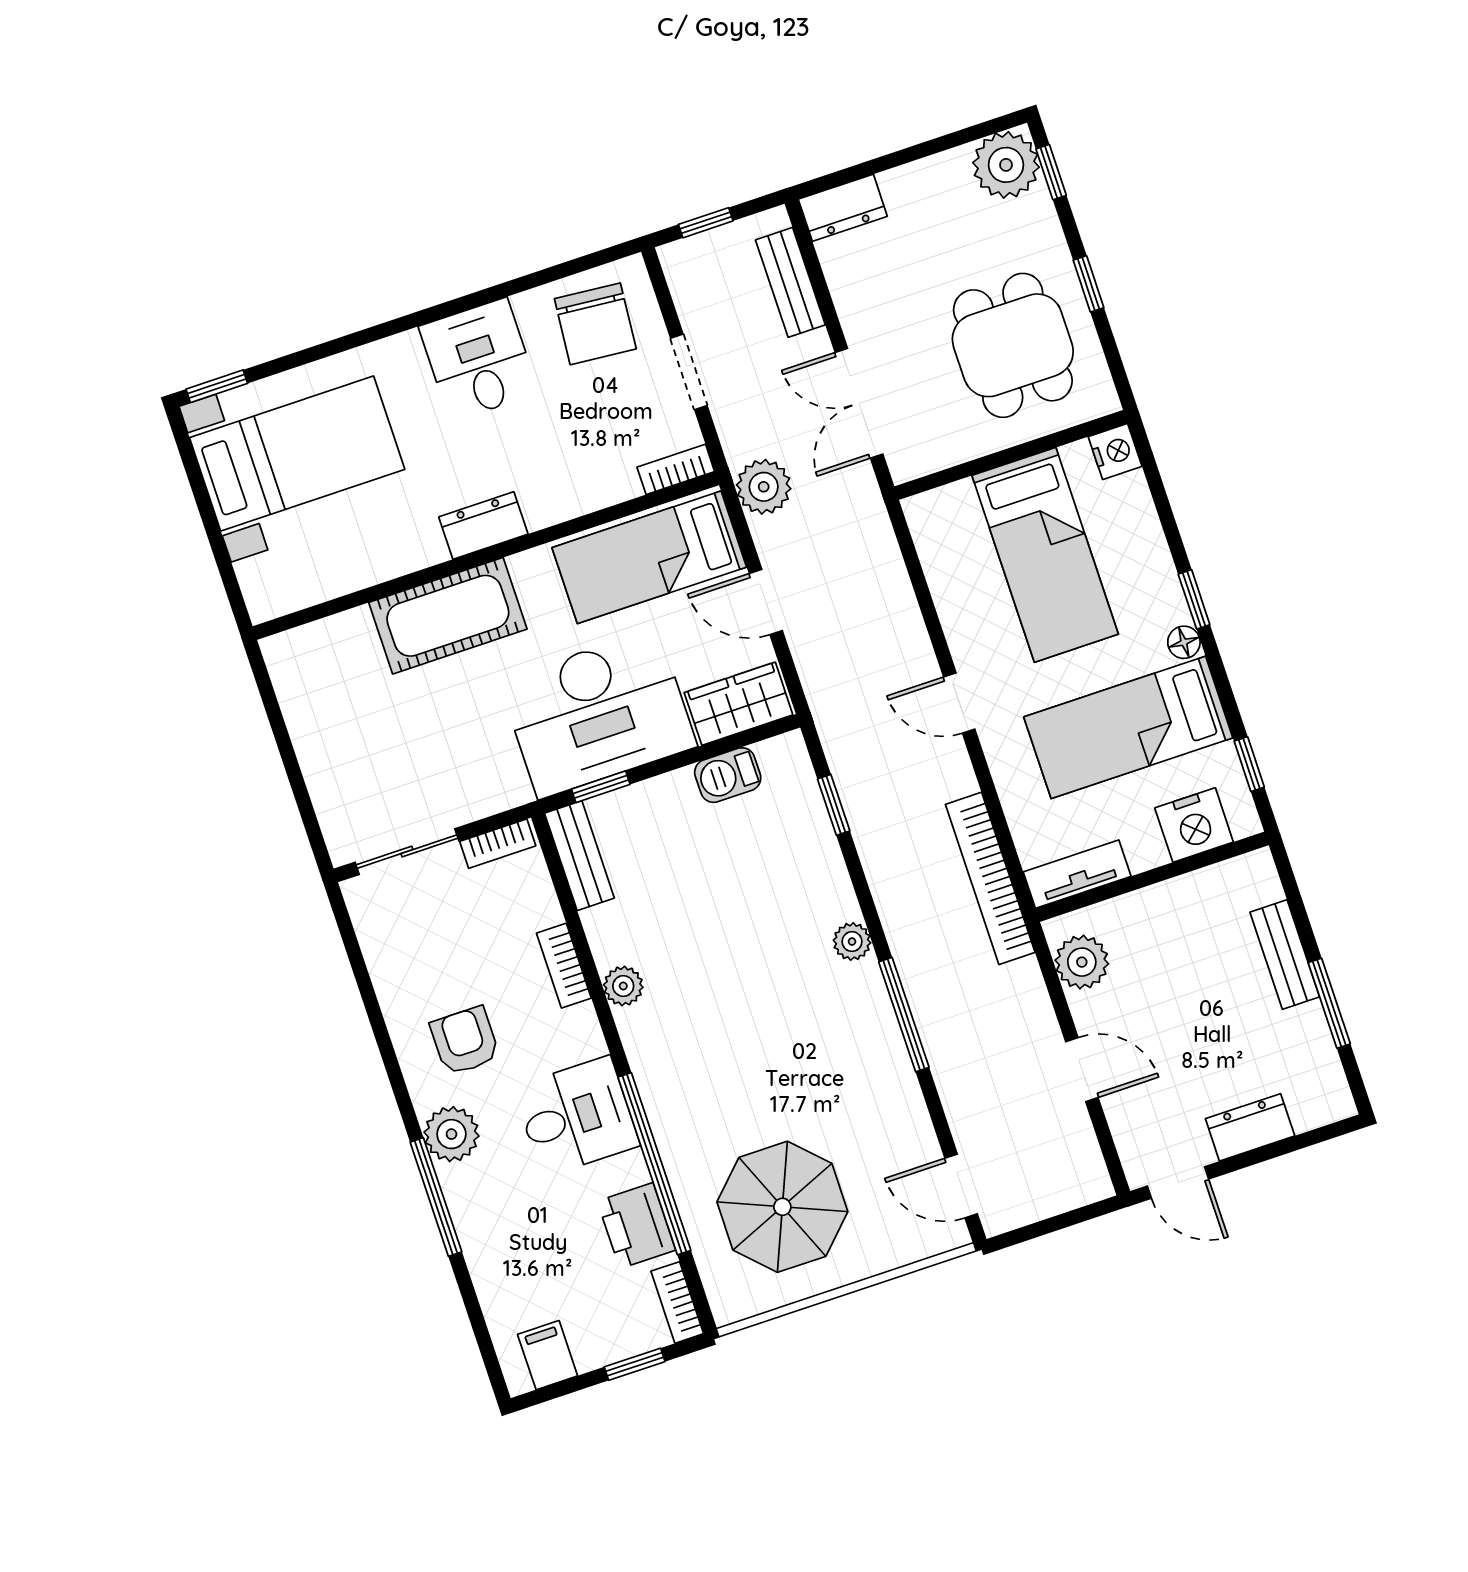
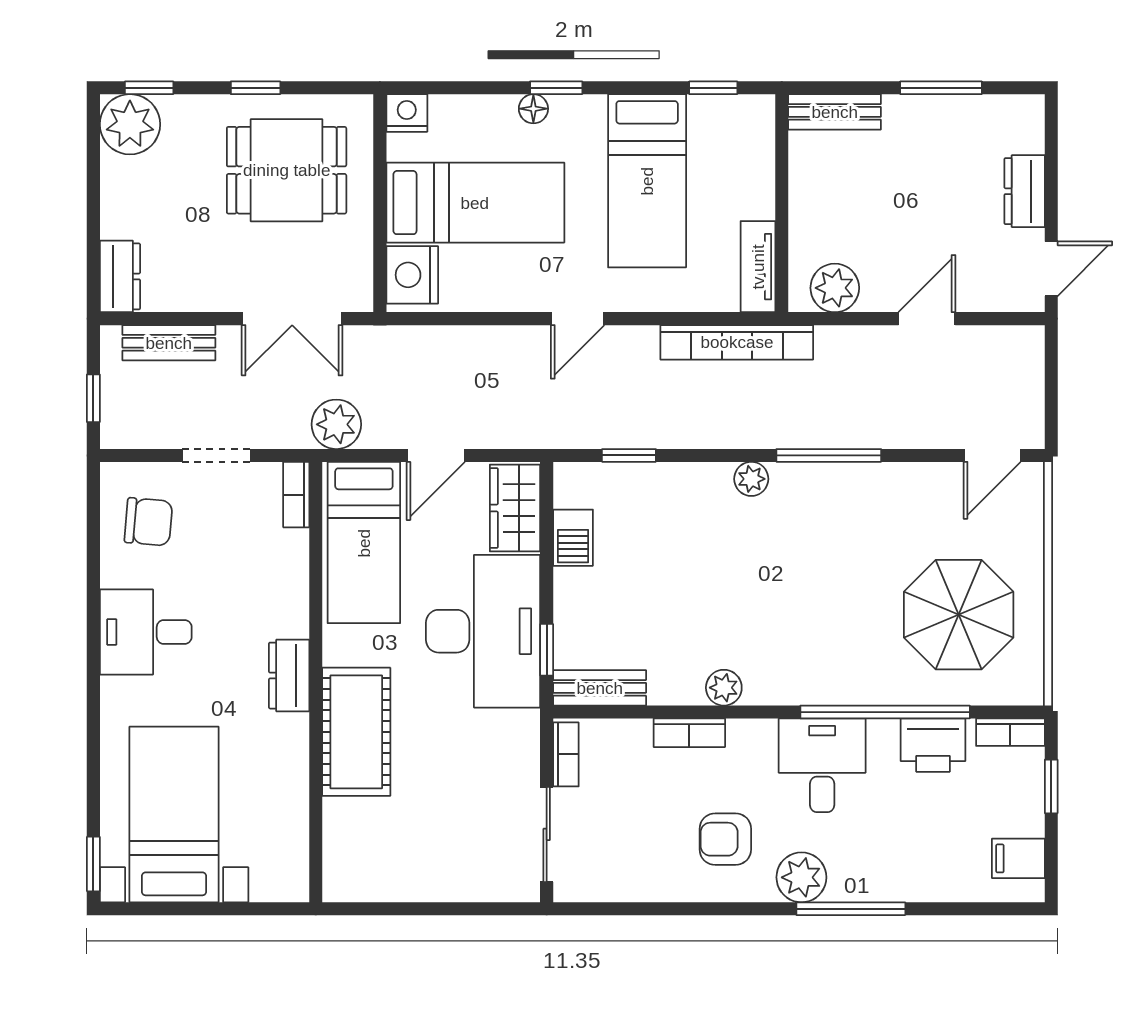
chair: (595, 324) -> (148, 522), width x0.73, depth x0.73
floor lamp: (1184, 642) -> (533, 109), moved
nightstand: (1194, 825) -> (412, 275), moved, turned 180
bench: (1285, 955) -> (835, 112), moved

